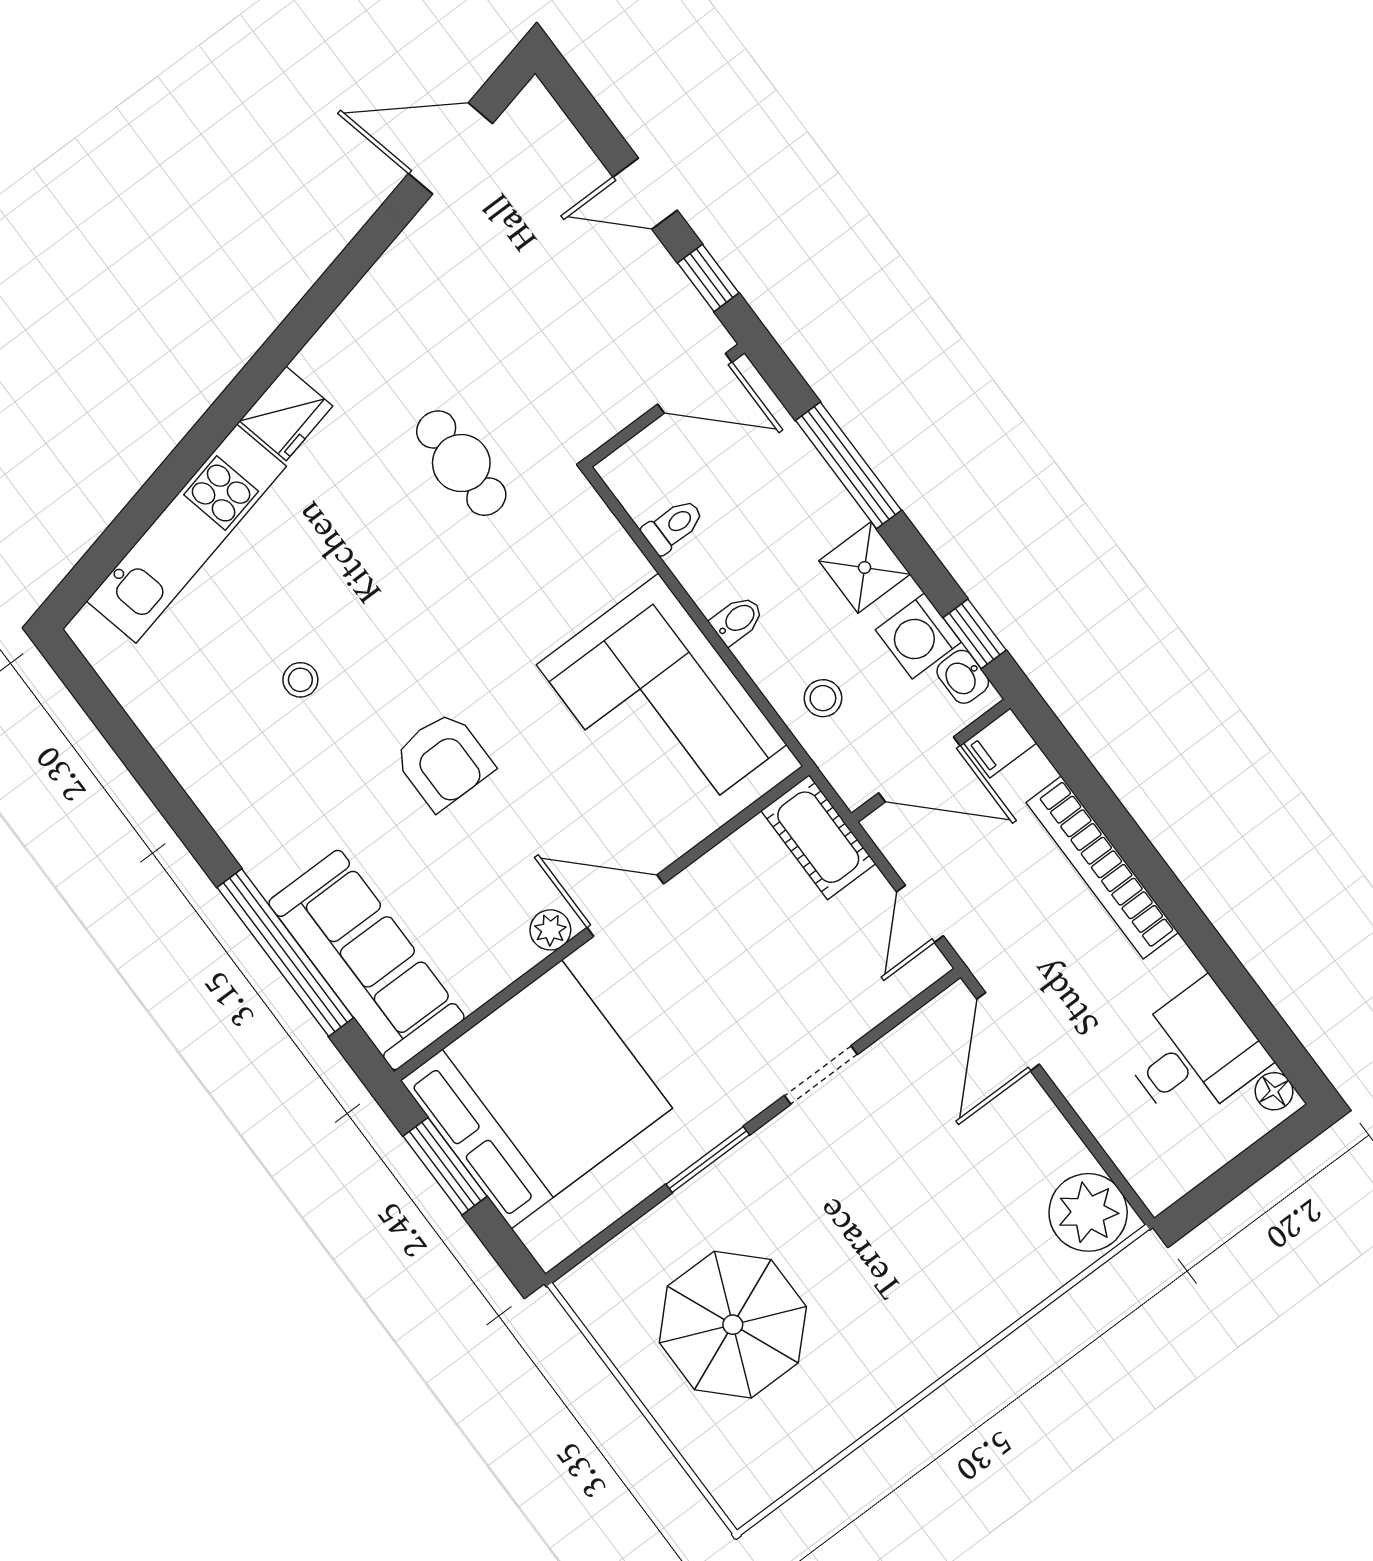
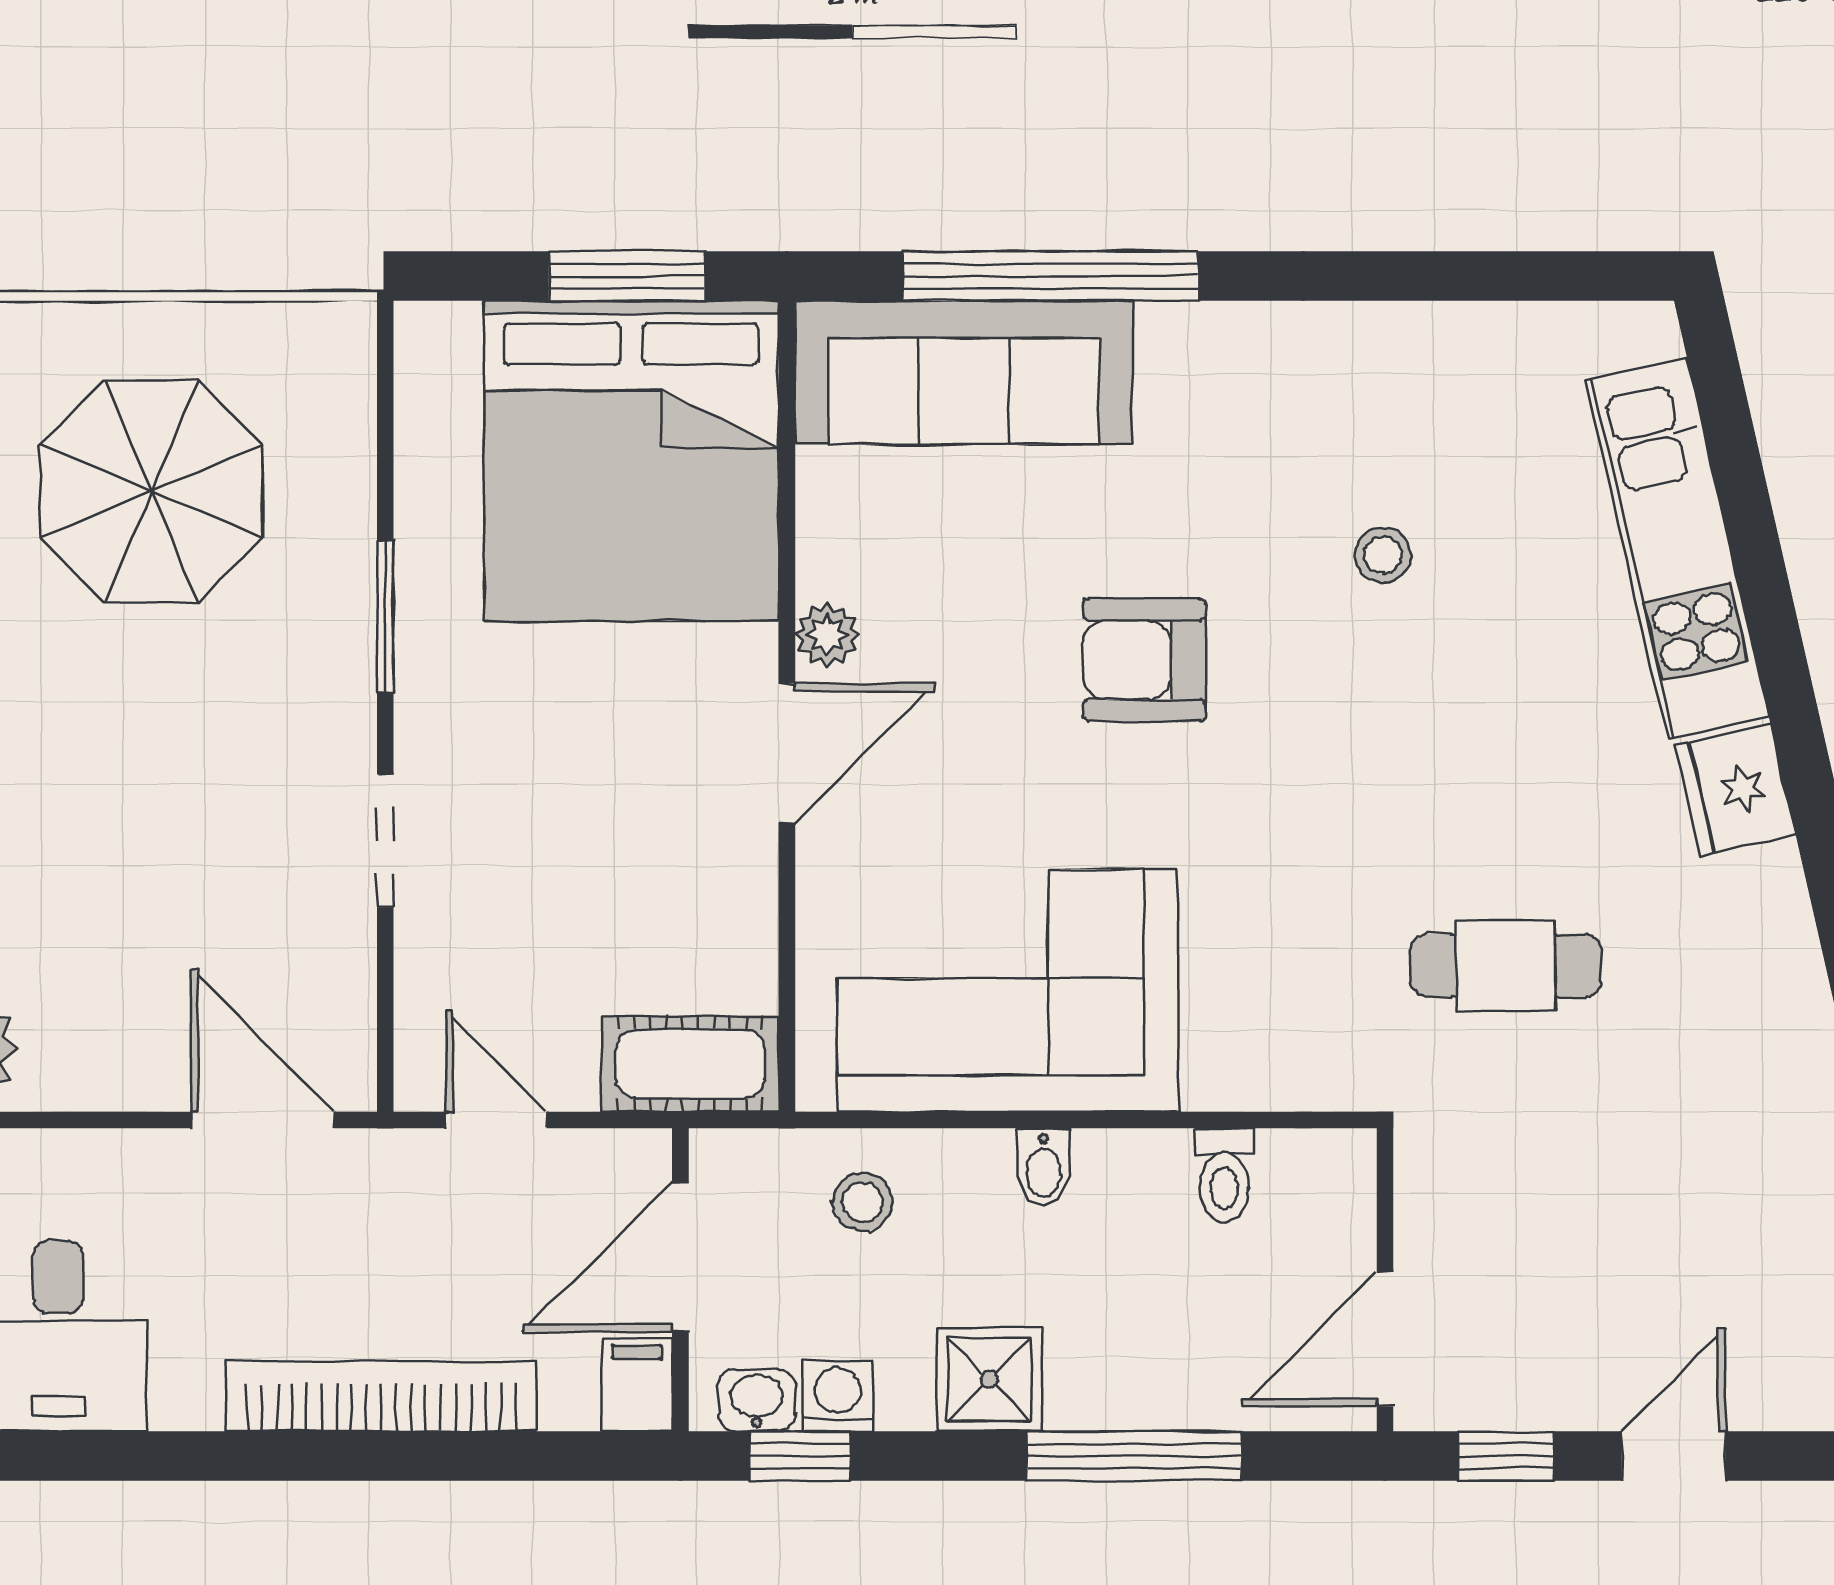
washing machine: (918, 636) -> (837, 1396), width x0.73, depth x0.73

